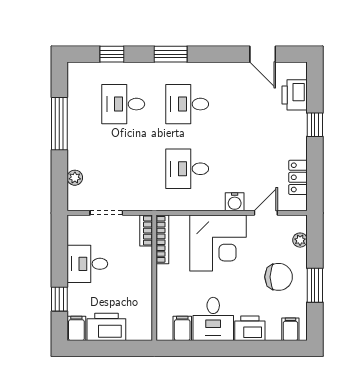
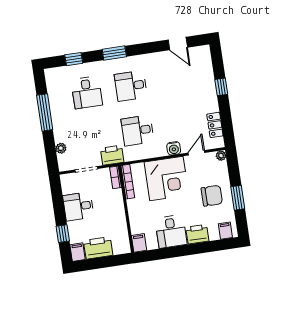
printer: (295, 95) -> (112, 155), moved, turned 90
desk: (123, 104) -> (87, 92), turned -90
plant: (300, 240) -> (221, 156), moved
filing cabinet: (182, 328) -> (139, 243), moved

